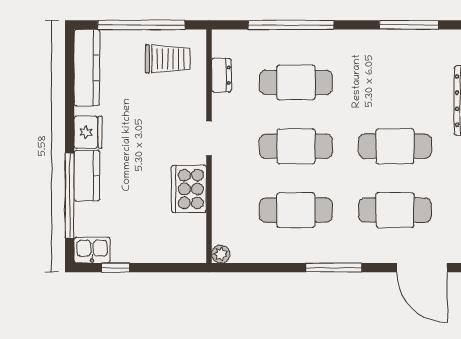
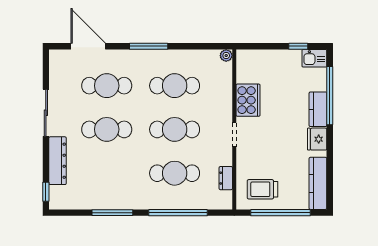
window: (409, 25) -> (112, 213), moved

